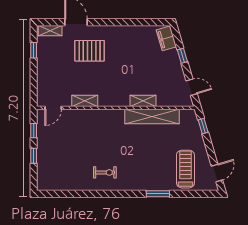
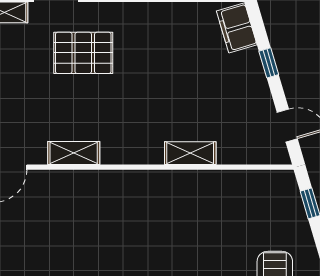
shelving: (152, 117) -> (208, 184), removed

